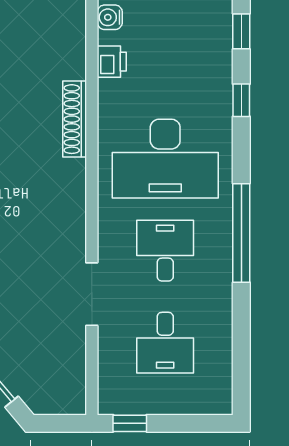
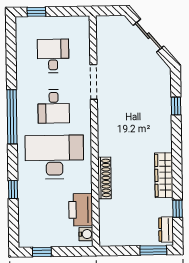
window: (241, 31) -> (14, 227), removed
printer: (112, 62) -> (81, 210), width x1.87, depth x1.48
window: (130, 423) -> (36, 12), moved

